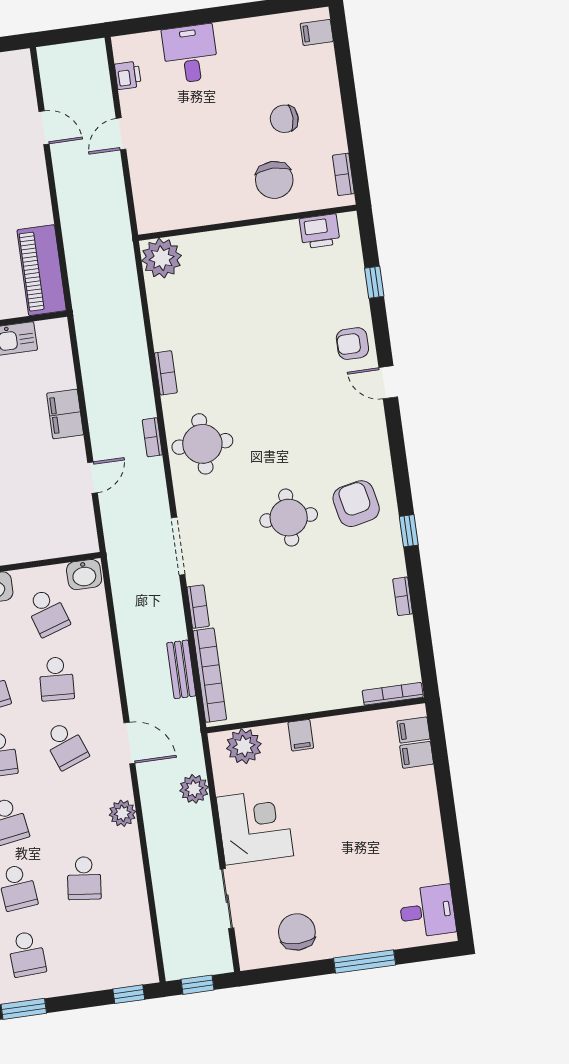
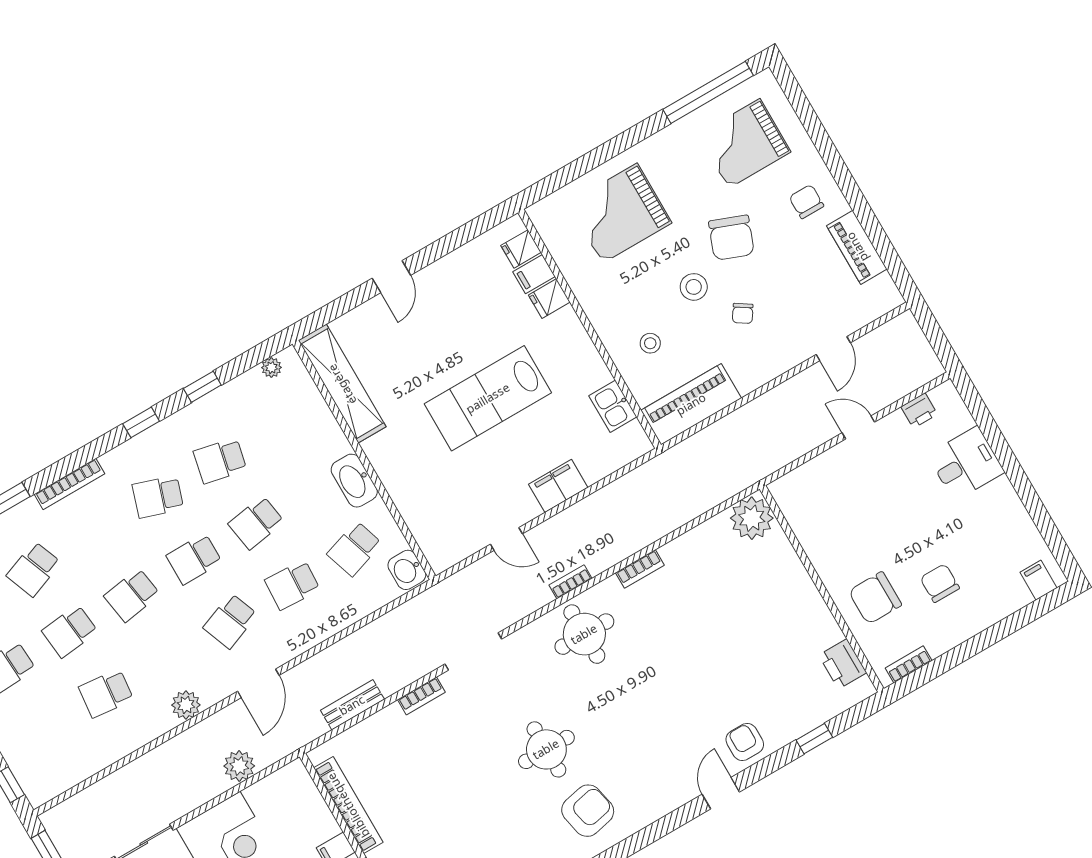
bookcase: (210, 675) -> (348, 805), moved, turned -90
plant: (244, 746) -> (302, 798), removed

